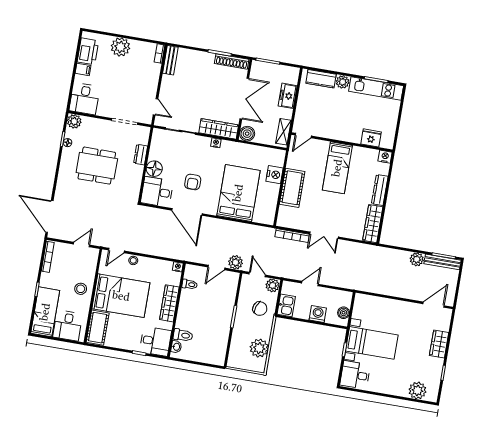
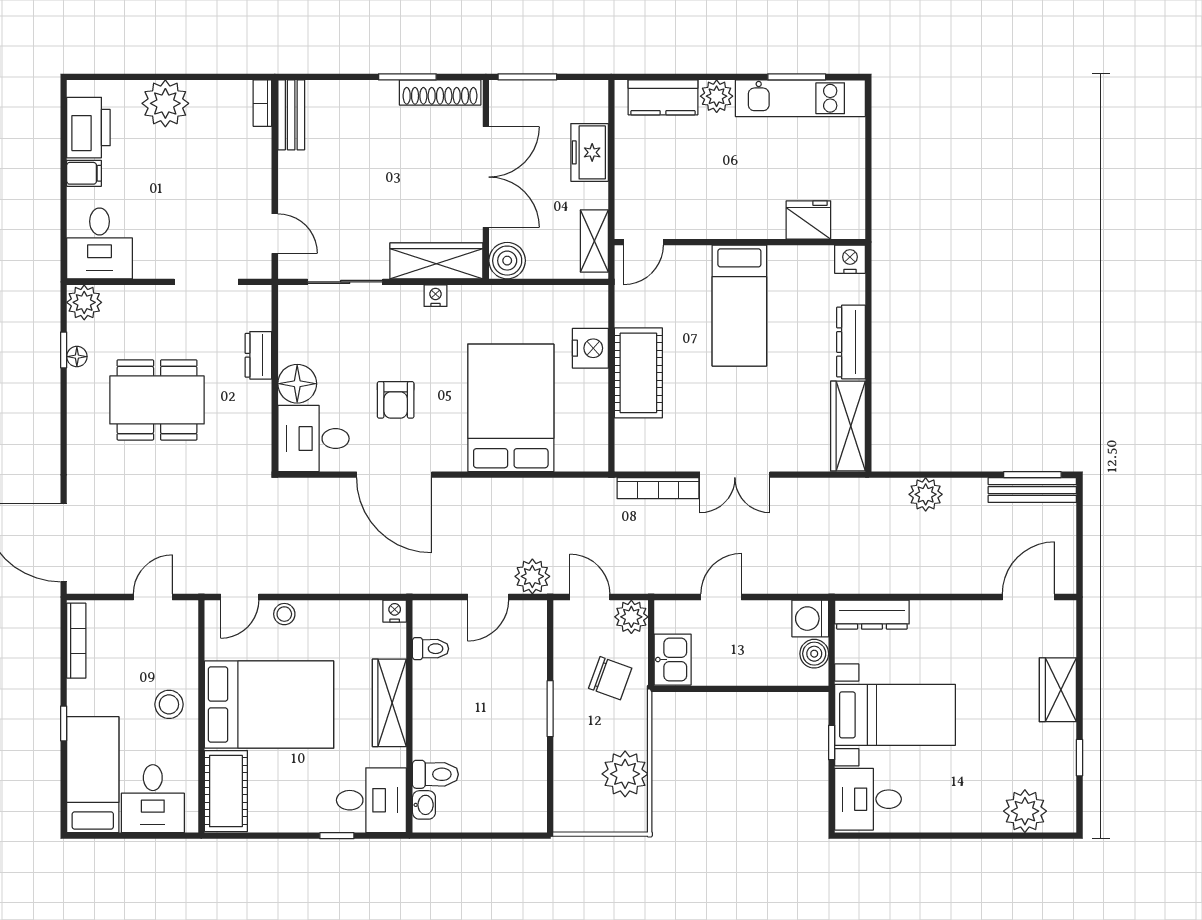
plant: (417, 259) -> (926, 494), moved
dresser: (369, 301) -> (872, 615), added
washing machine: (318, 314) -> (810, 619), moved, turned -90

